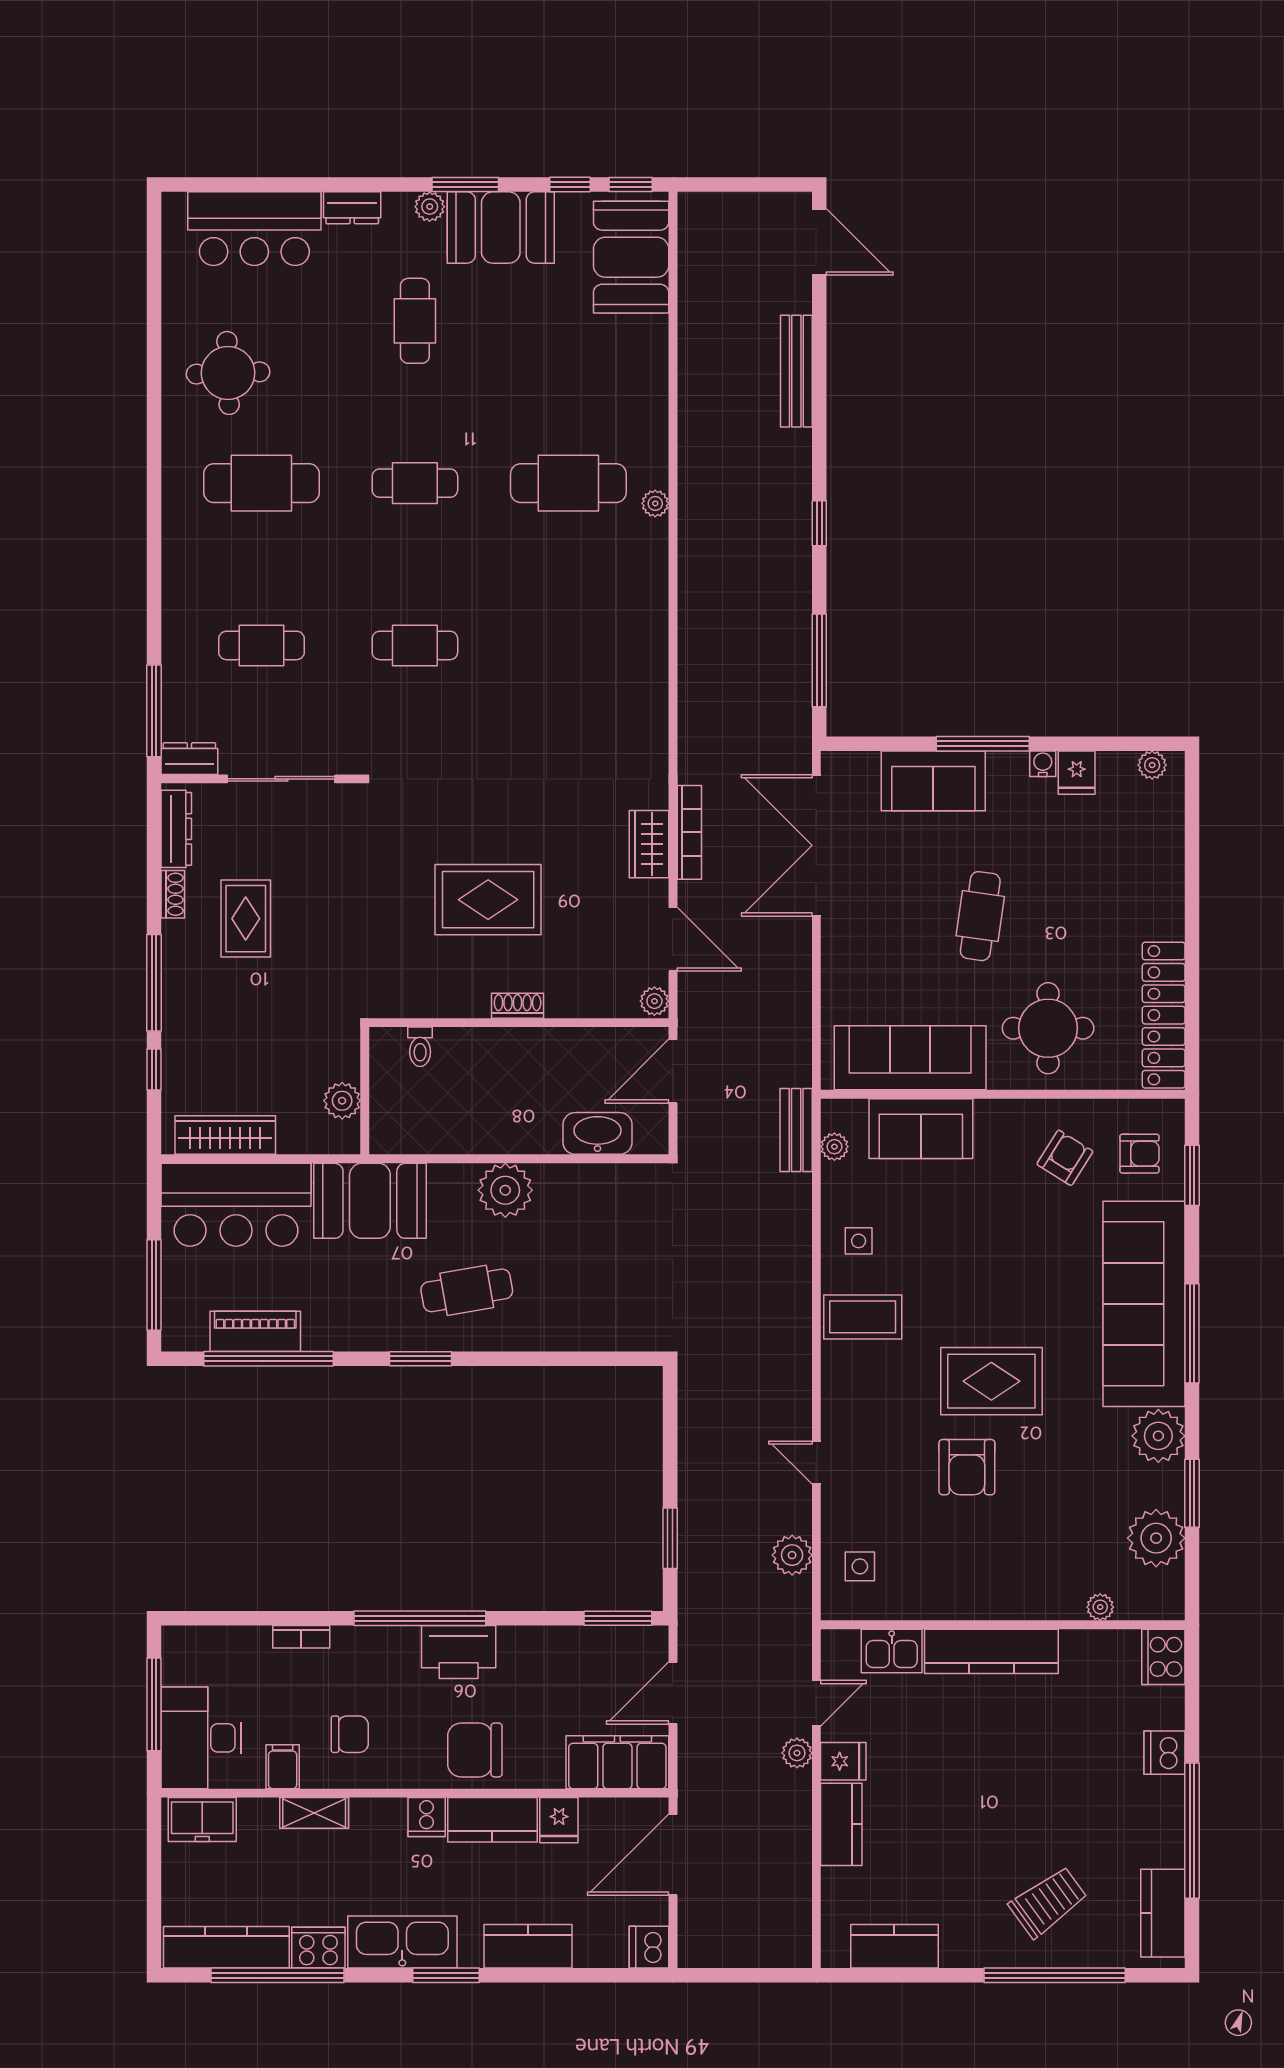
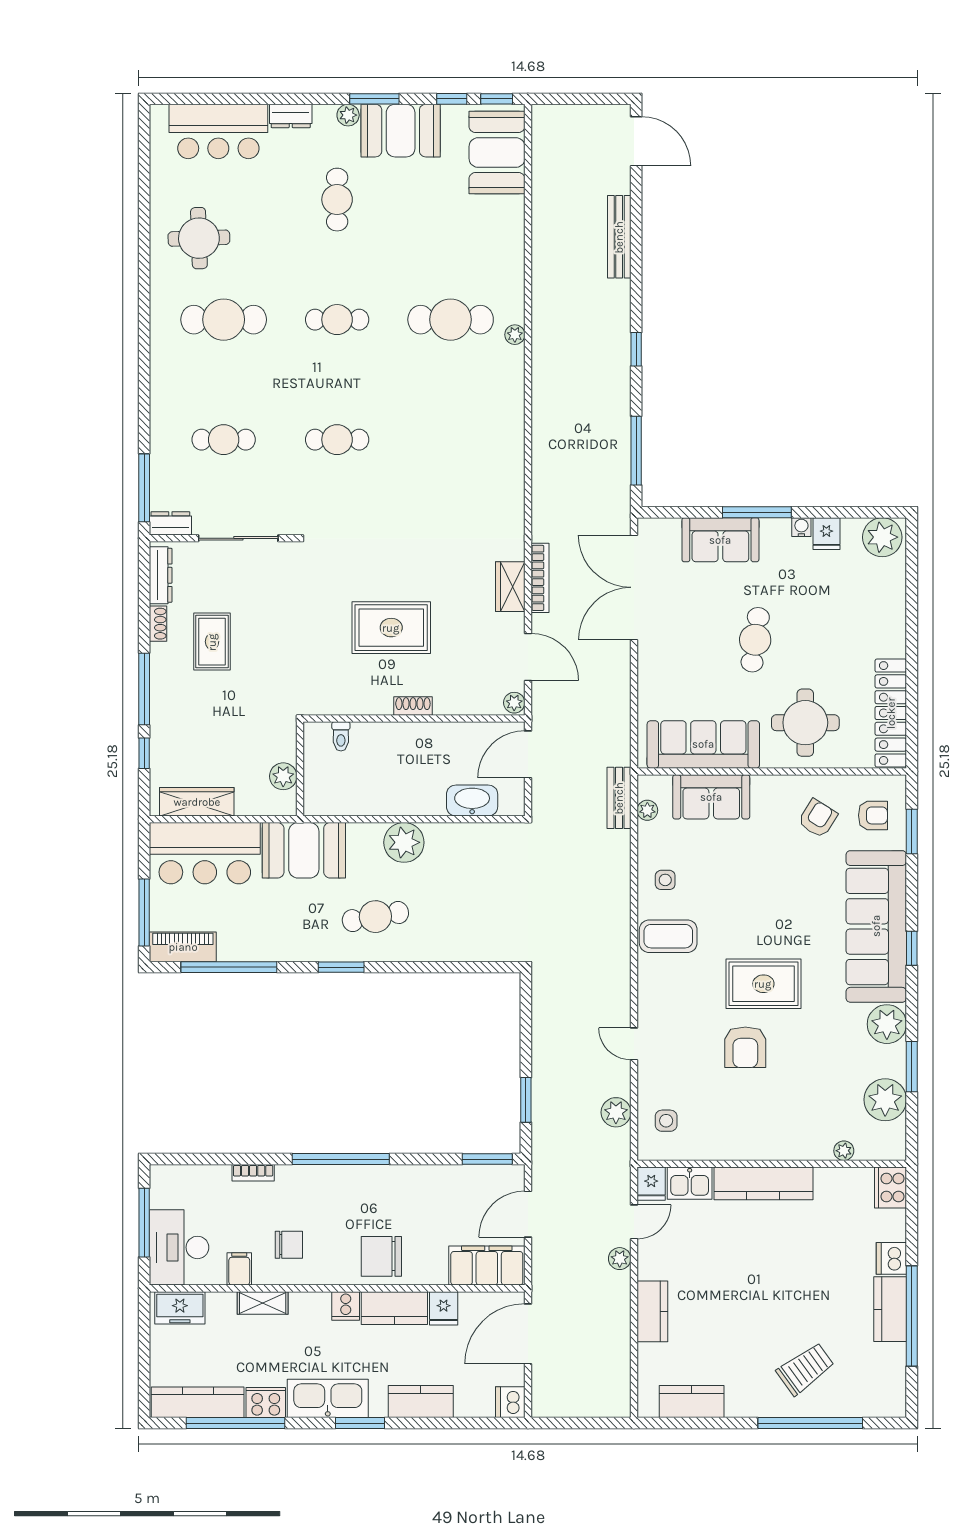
plant: (1152, 765) -> (882, 537), width x1.88, depth x1.88
piano: (255, 1331) -> (183, 947), moved
window: (1192, 1333) -> (912, 948), width x0.46
printer: (459, 1652) -> (369, 1184), removed
fridge: (843, 1761) -> (651, 1184), moved, turned 90
kitchen counter: (1163, 1913) -> (890, 1309), moved

